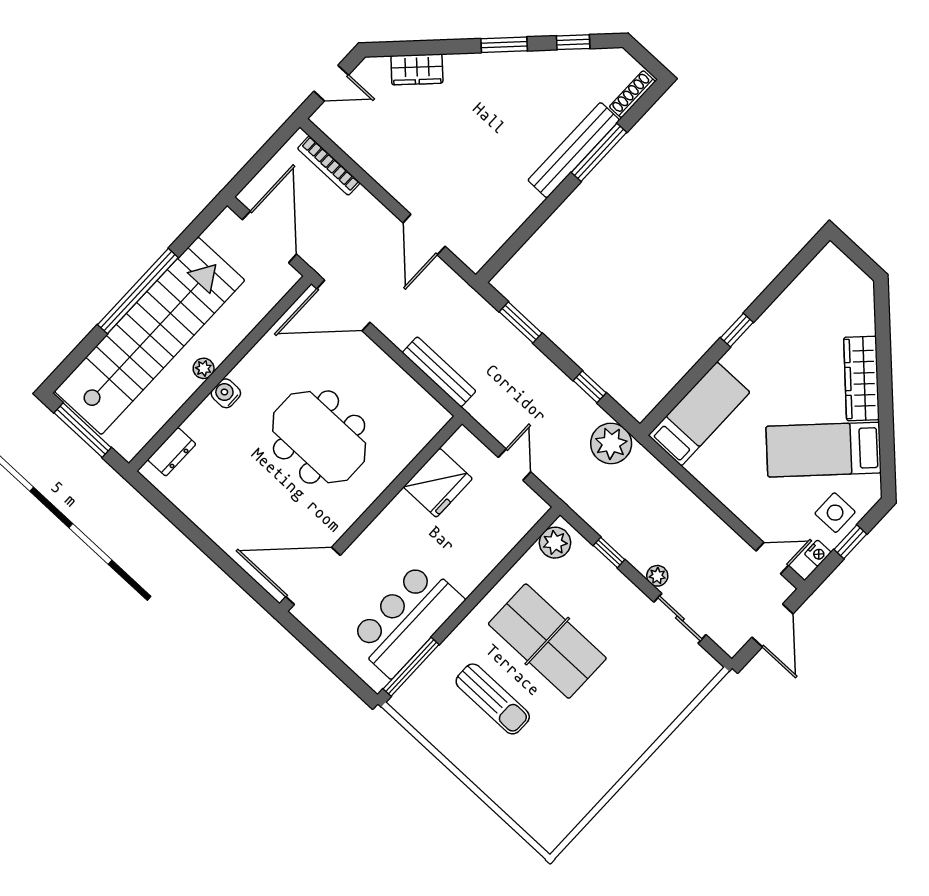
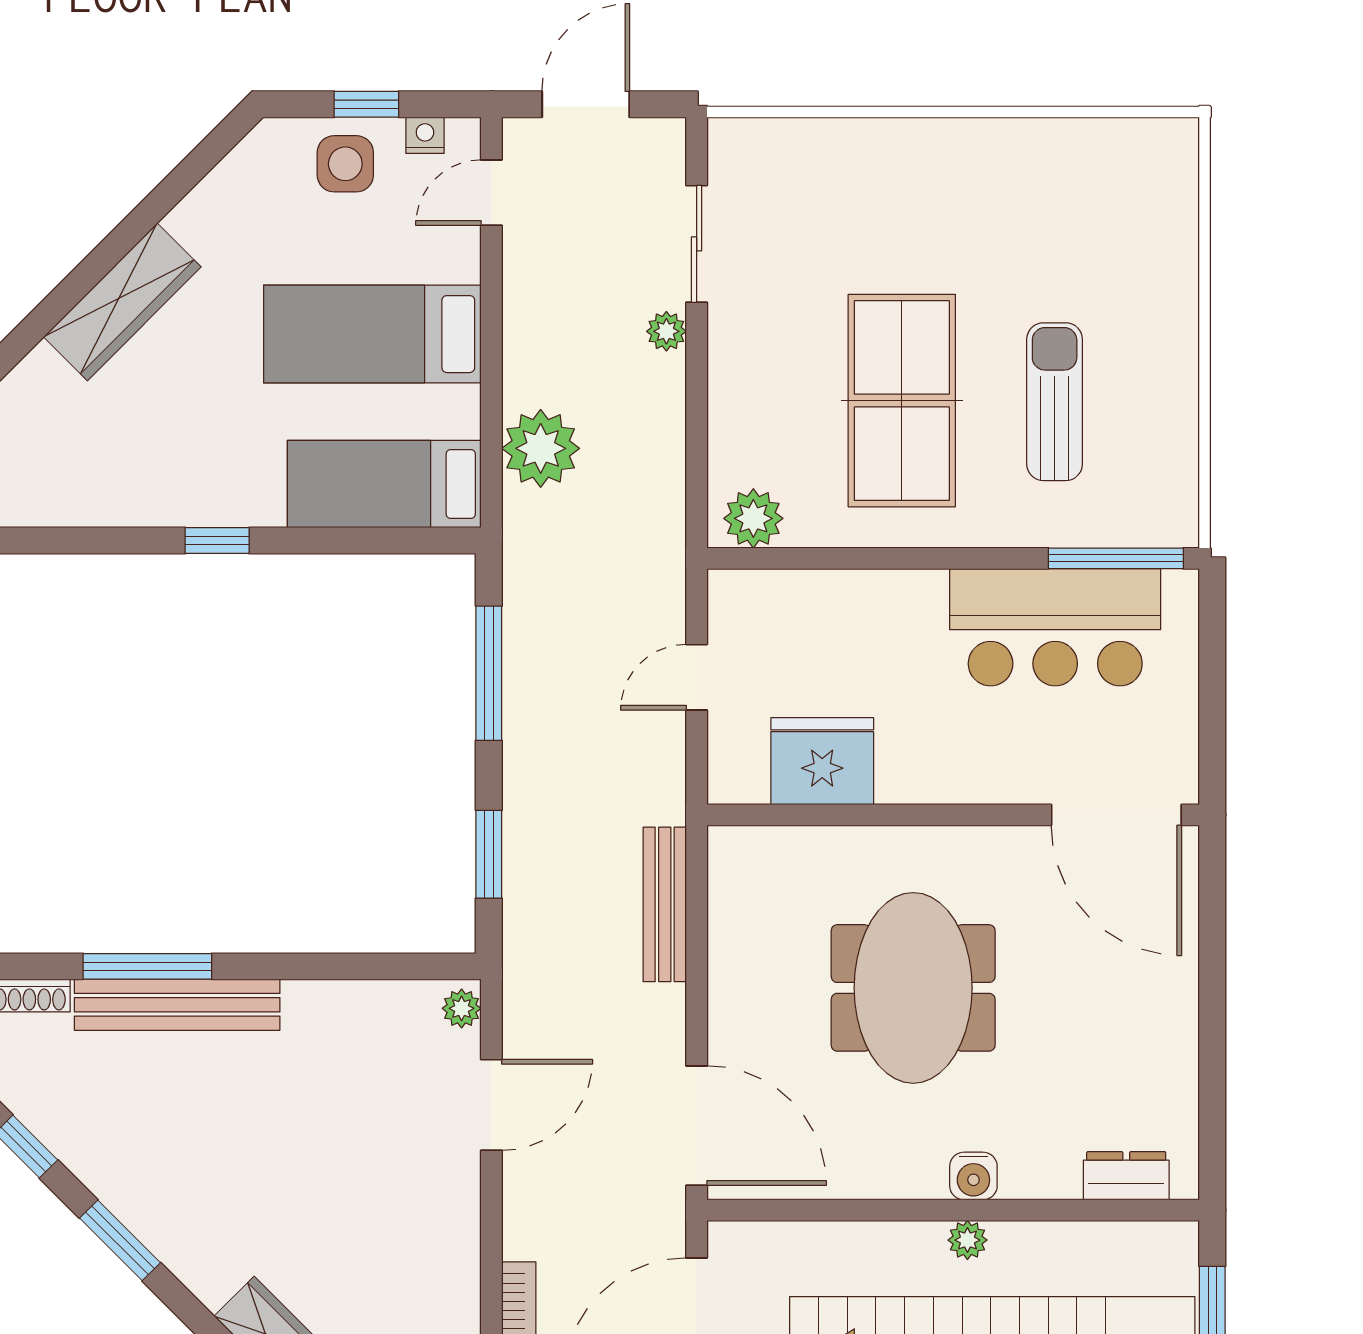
plant: (471, 257) -> (462, 1008), added
window: (590, 387) -> (489, 673), width x2.17
plant: (611, 443) -> (541, 448), moved
bed: (824, 450) -> (372, 334), moved, turned 135
window: (609, 553) -> (697, 429), removed
door: (772, 558) -> (491, 193), hinge flipped

